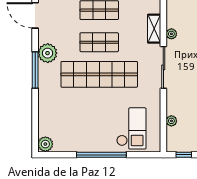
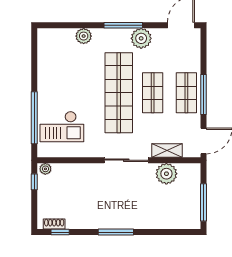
plant: (171, 34) -> (166, 174), width x1.87, depth x1.87
plant: (171, 121) -> (45, 169), moved
plant: (45, 144) -> (84, 36), moved
window: (101, 155) -> (34, 118), moved

